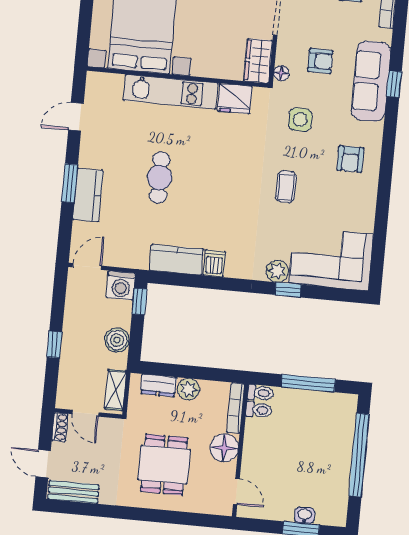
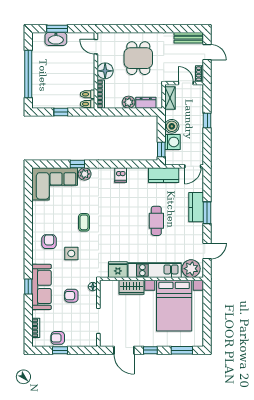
wardrobe: (258, 61) -> (131, 287), moved, turned 90
plant: (107, 88) -> (191, 269), added
side table: (300, 120) -> (71, 253), moved
kitchen counter: (177, 260) -> (164, 175), moved
washing machine: (121, 285) -> (173, 142), moved, turned 90
window: (308, 383) -> (61, 112), width x0.46
washbasin: (305, 515) -> (56, 39), width x1.91, depth x1.45

